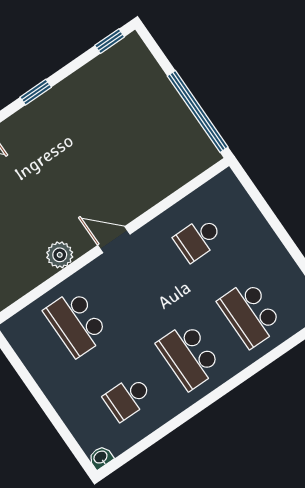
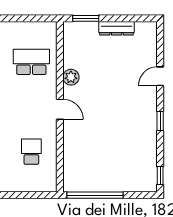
door: (114, 240) -> (60, 109), hinge flipped

